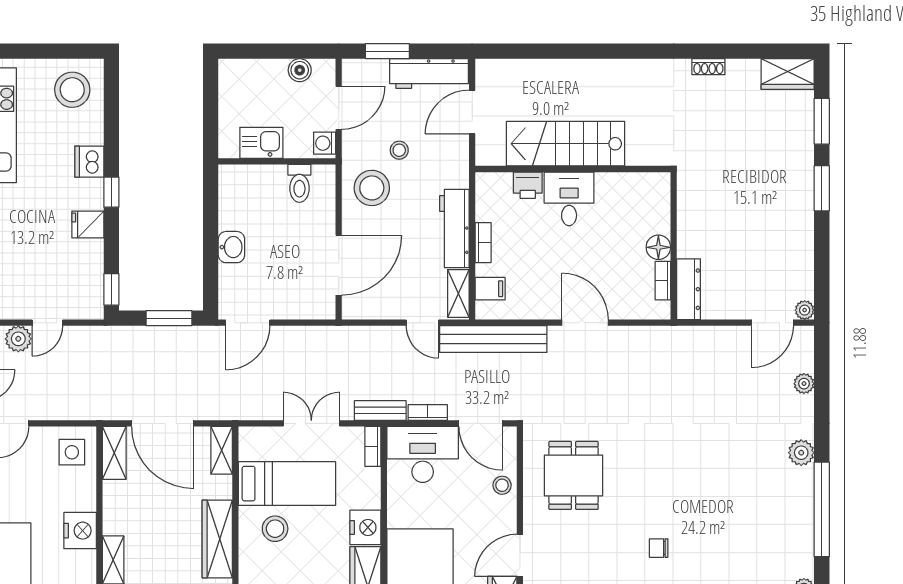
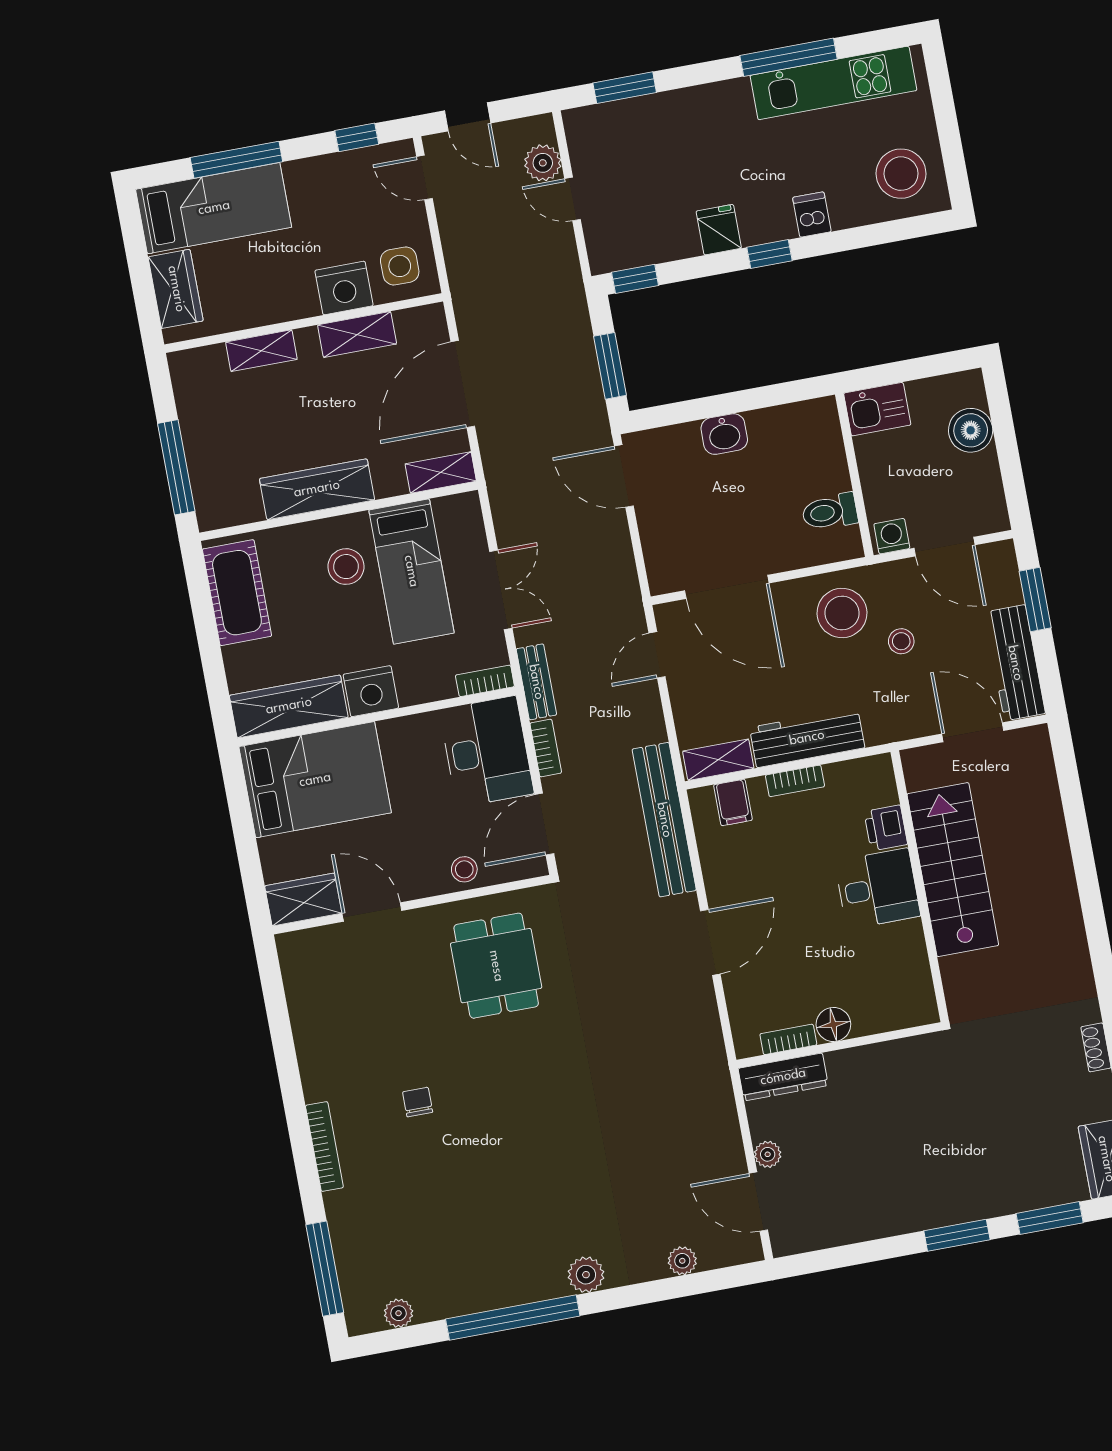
boiler: (300, 70) -> (971, 430), moved, width x1.36, depth x1.36
kitchen sink: (261, 143) -> (877, 409), moved, turned 90
dishwasher: (89, 162) -> (812, 215), width x0.73
plant: (805, 310) -> (768, 1154), moved
door: (422, 323) -> (657, 655), moved
shelving: (114, 453) -> (357, 334), moved
dining table: (574, 475) -> (496, 966), turned 90
nightstand: (80, 531) -> (344, 288), moved

